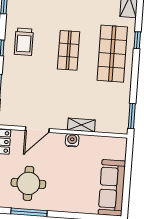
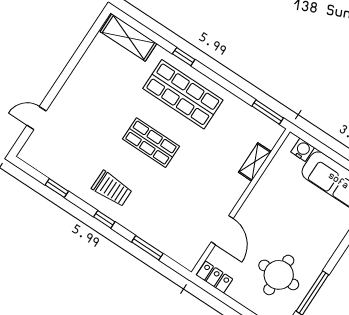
shelving: (81, 125) -> (255, 162), moved
water cooler: (72, 140) -> (303, 150), moved, turned 90

